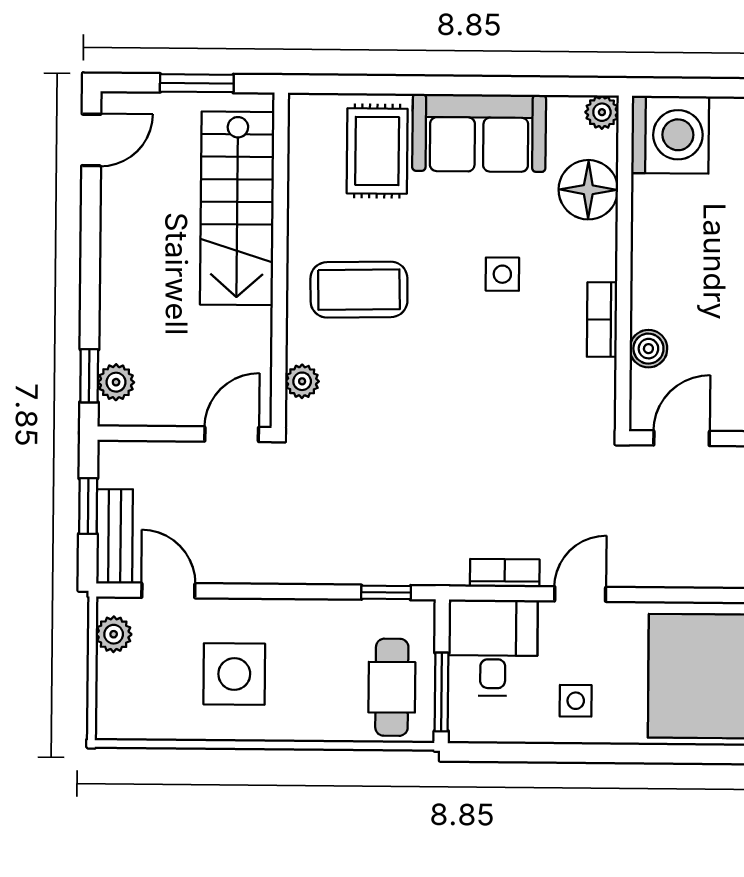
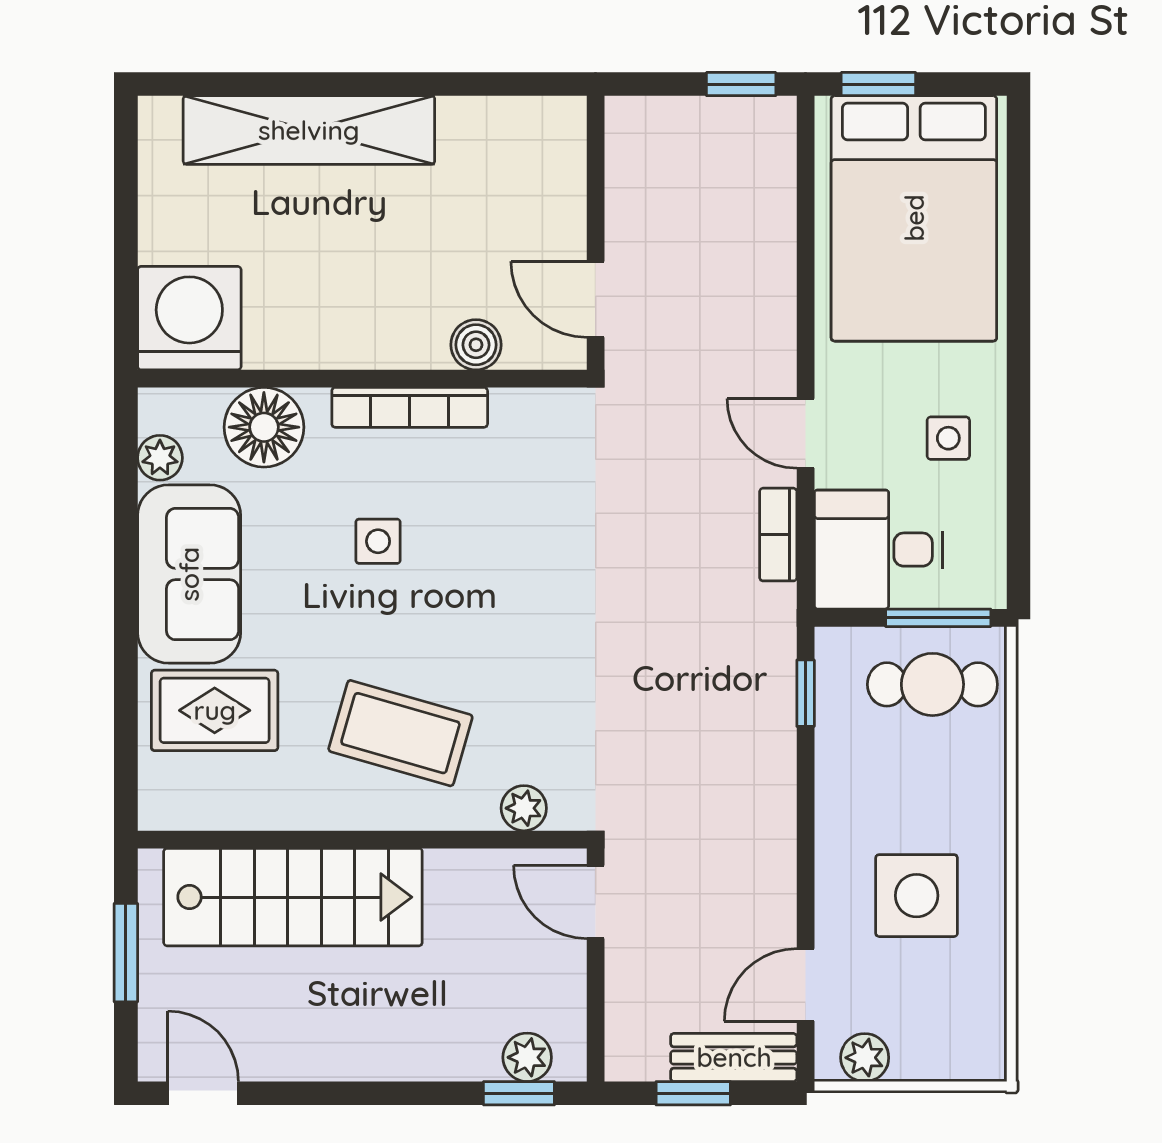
plant: (602, 112) -> (160, 458), moved
coffee table: (359, 290) -> (400, 733), turned -73
bookcase: (602, 320) -> (410, 407), width x1.56

